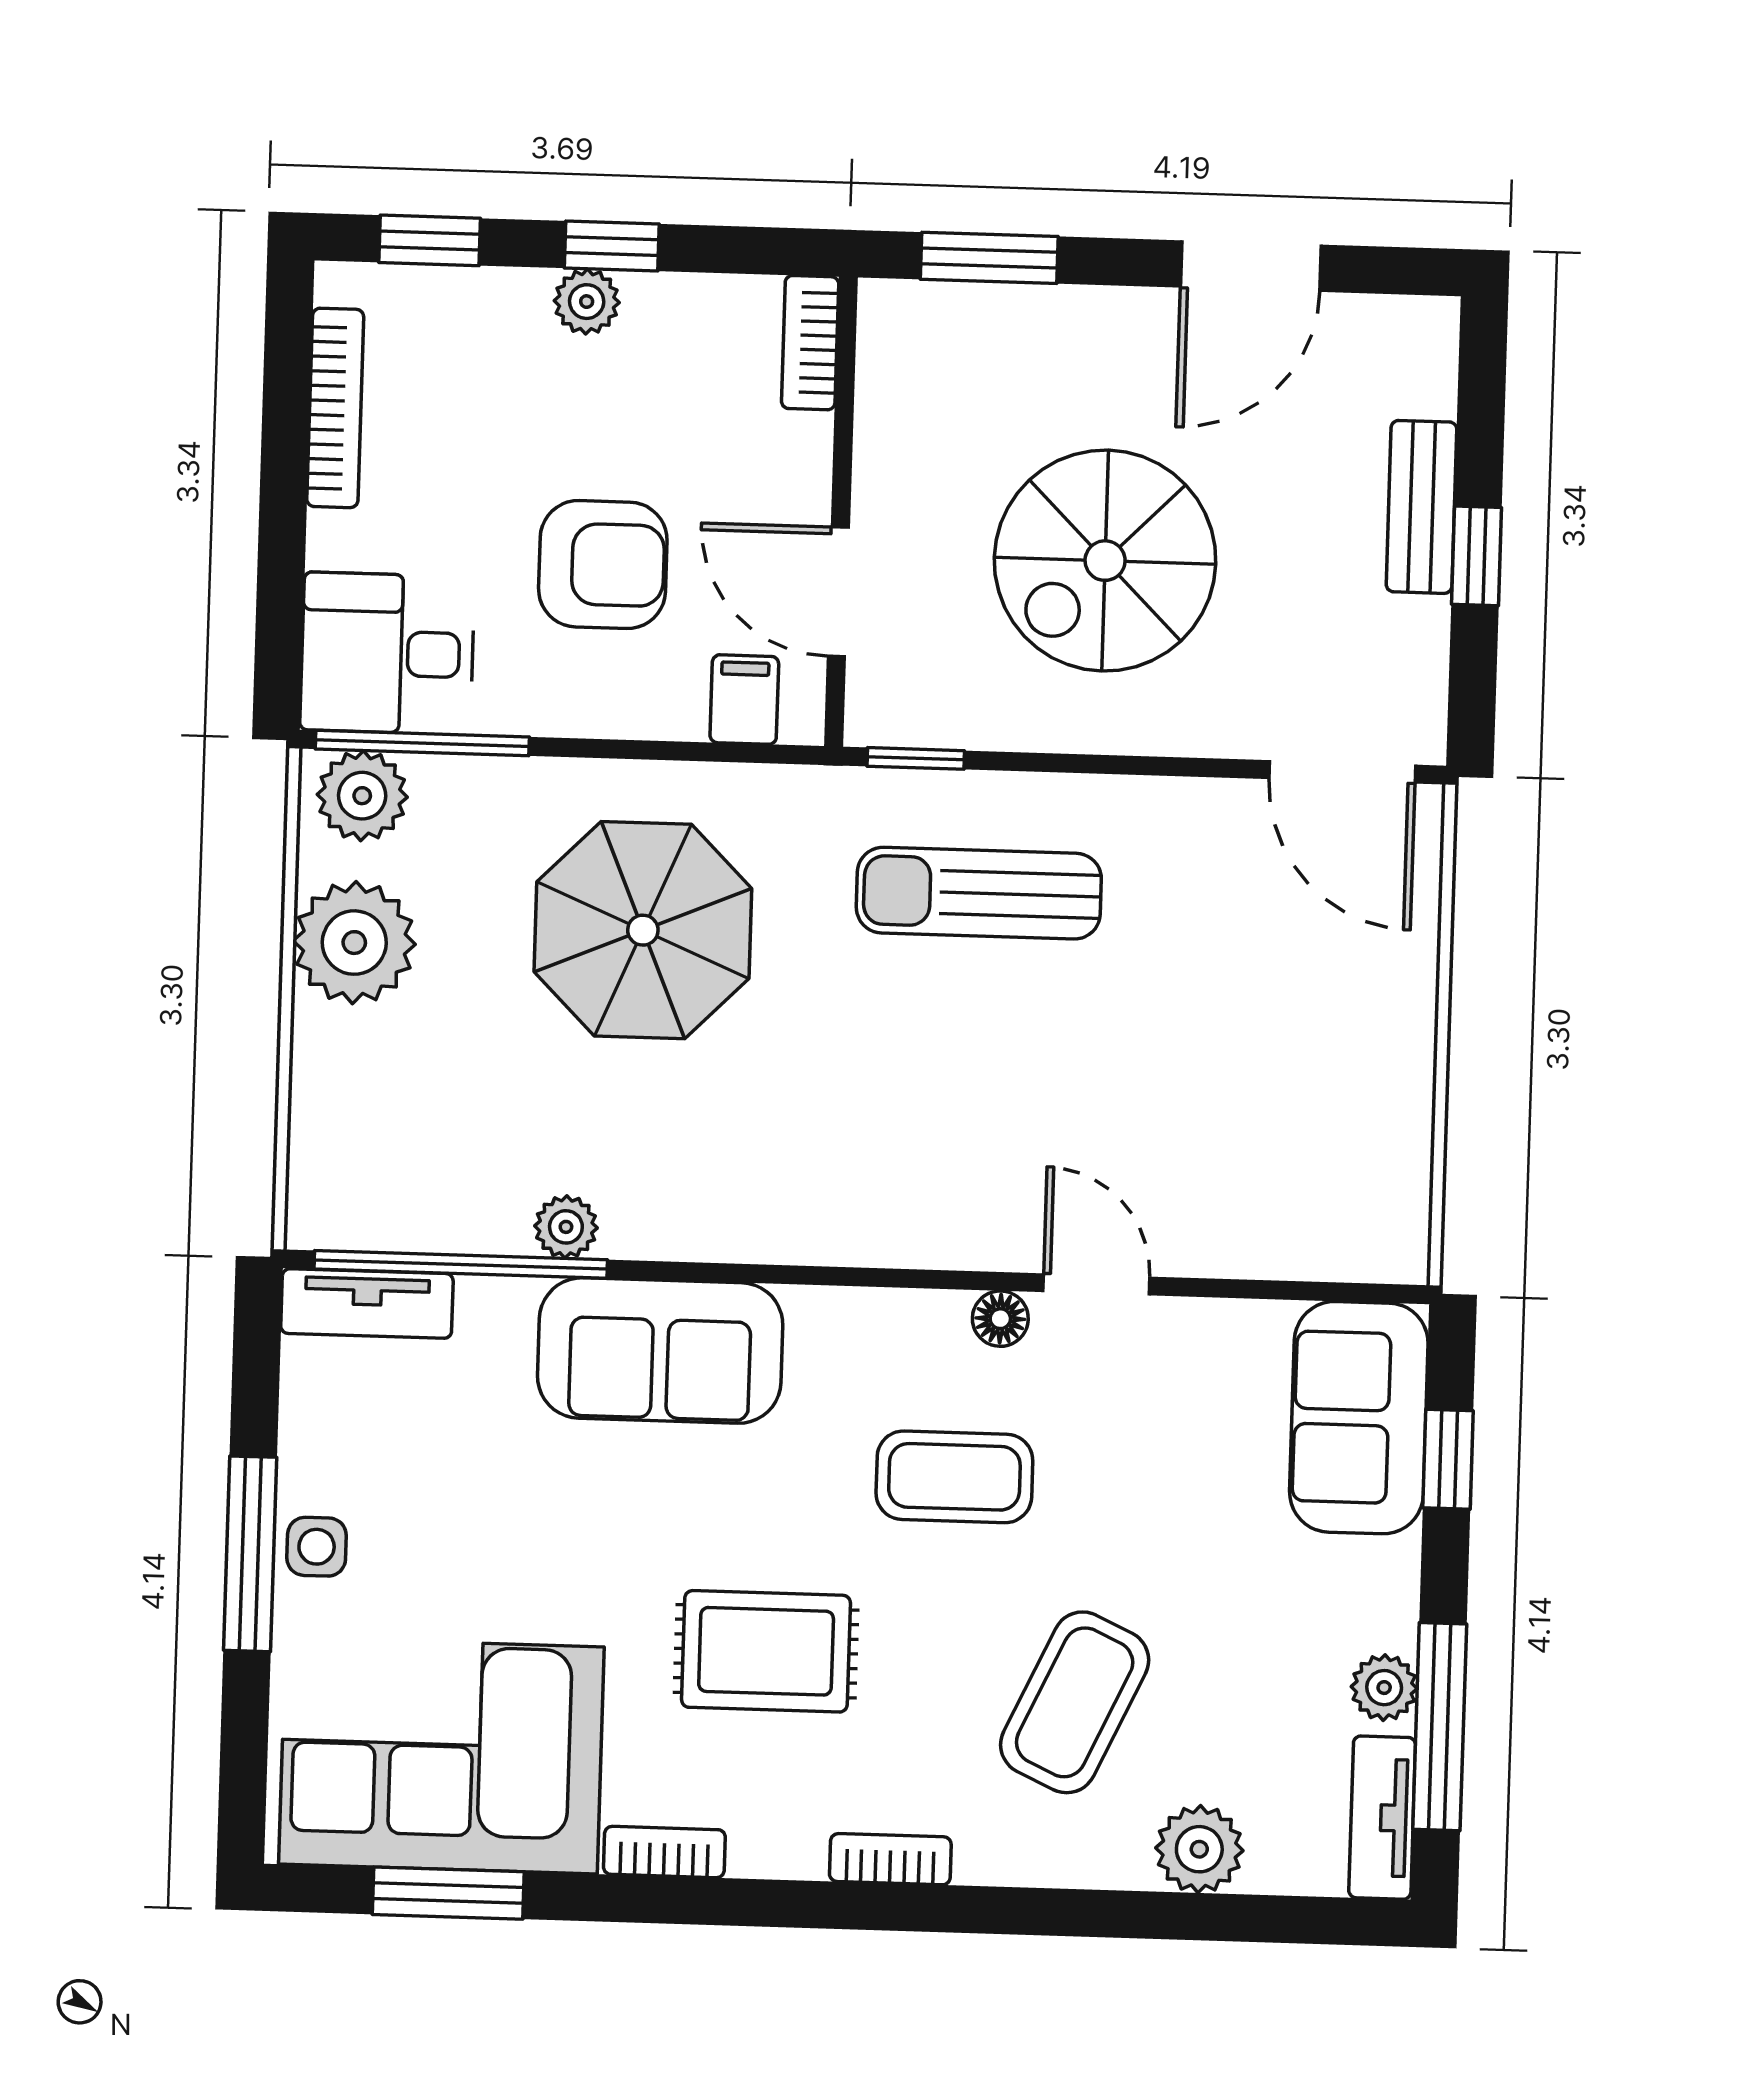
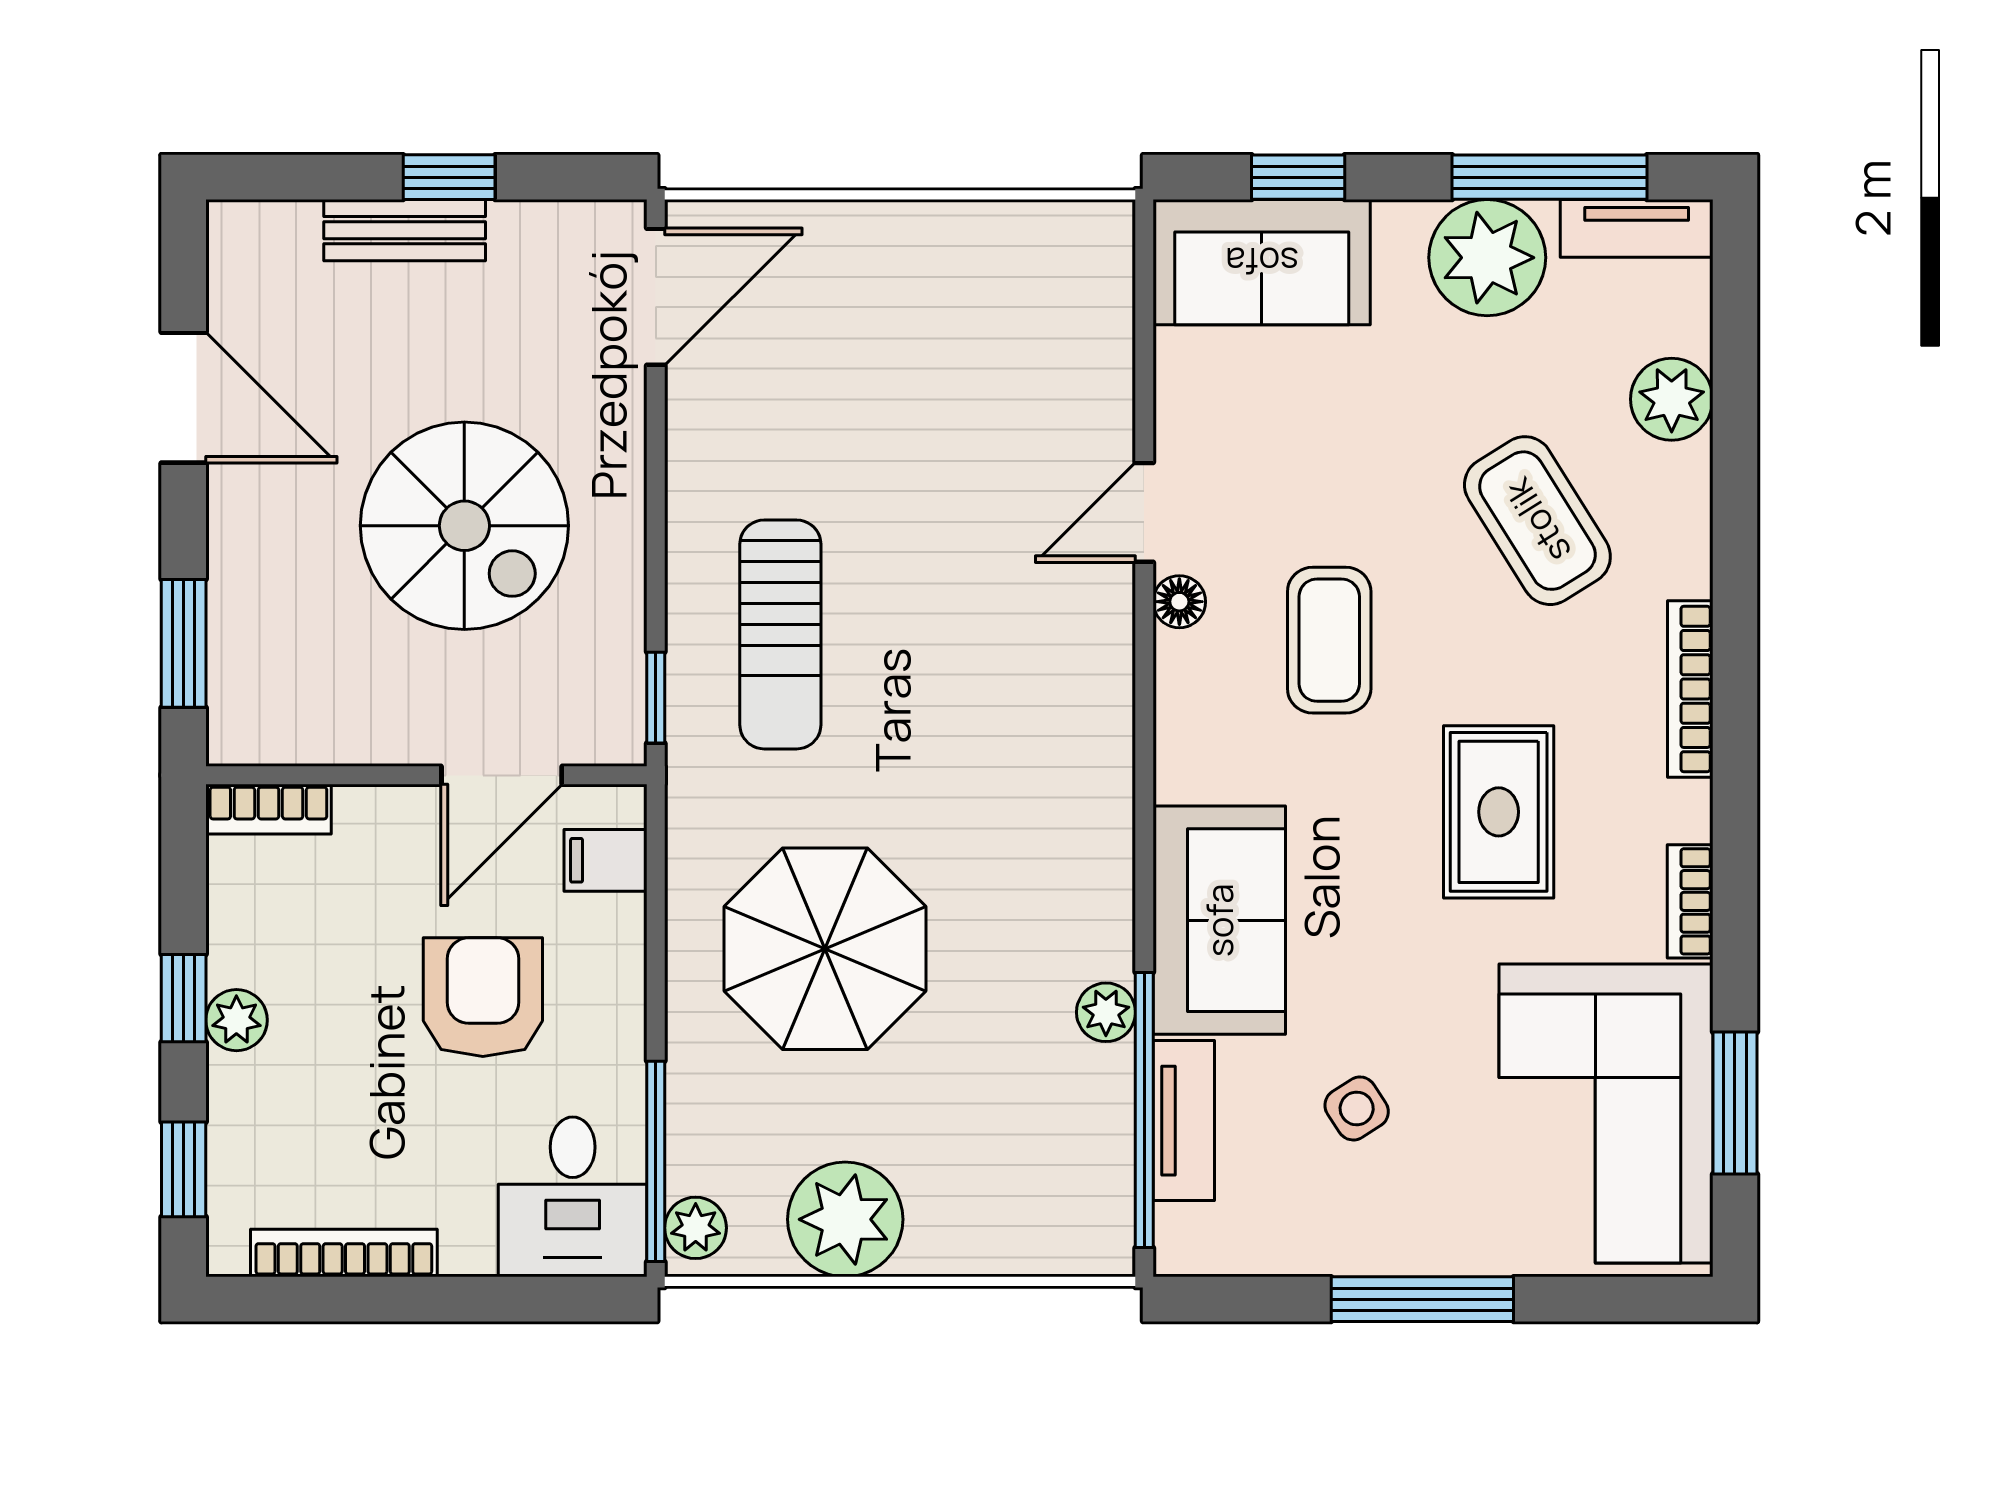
plant: (362, 796) -> (696, 1228), width x0.73, depth x0.73
tv unit: (367, 1304) -> (1184, 1121), moved
side table: (317, 1547) -> (1357, 1108), moved, turned -33
plant: (1384, 1688) -> (1487, 258), width x1.88, depth x1.88
coffee table: (1075, 1702) -> (1537, 521), turned 33
bookcase: (890, 1859) -> (1690, 689), width x1.56

